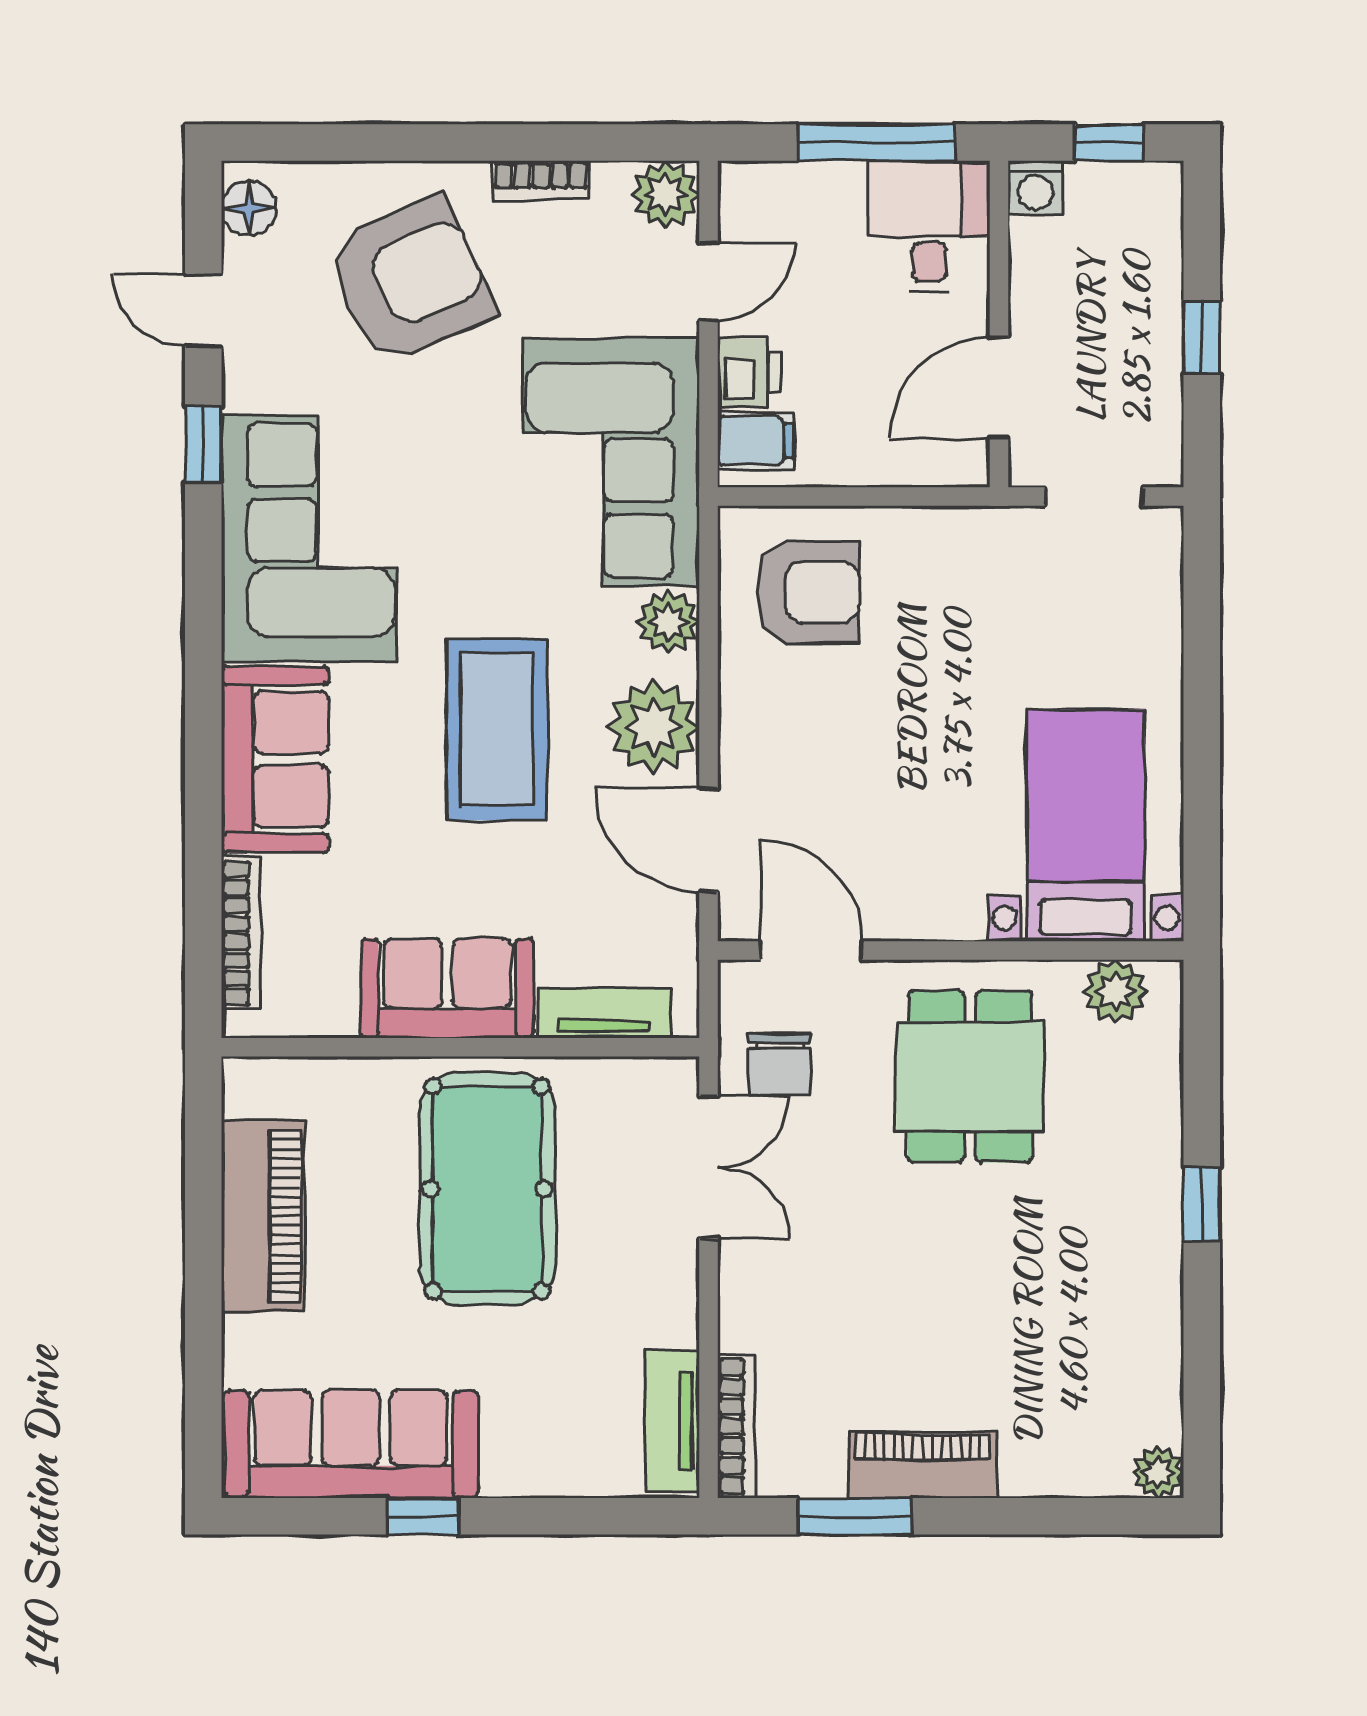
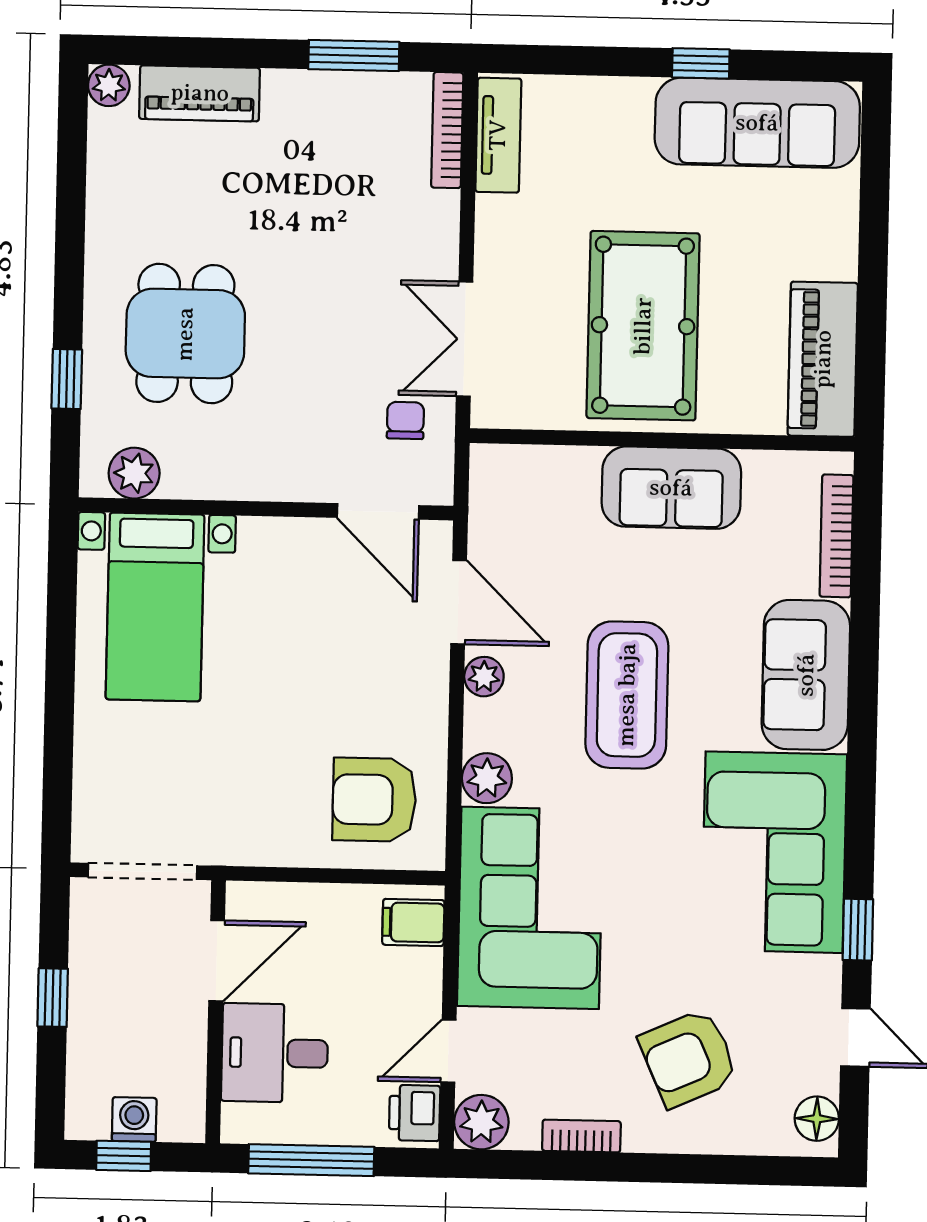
washing machine: (1035, 188) -> (134, 1120), moved
desk: (929, 226) -> (275, 1053), moved, turned 90
armchair: (410, 280) -> (689, 1058), width x0.73, depth x0.73
printer: (749, 373) -> (415, 1113), moved
doorway: (1094, 497) -> (142, 871), width x1.38
plant: (653, 727) -> (484, 677), width x0.53, depth x0.53
tv unit: (605, 1013) -> (545, 465), removed
chair: (780, 1064) -> (405, 420), width x0.73, depth x0.73
dining table: (970, 1076) -> (185, 334), moved
window: (1202, 1204) -> (67, 379), moved
piano: (263, 1216) -> (823, 359), moved
piano: (923, 1465) -> (200, 93), moved

